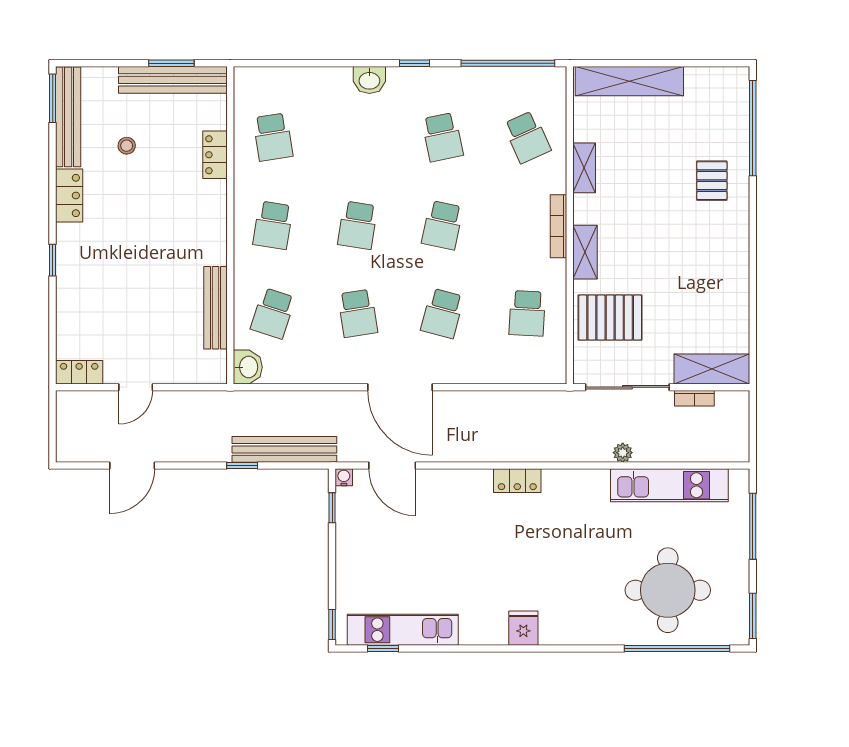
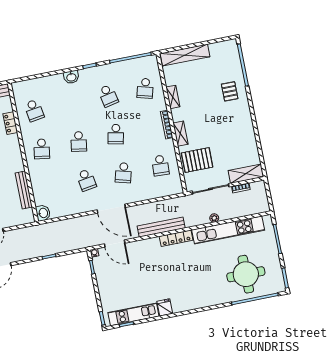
school desk: (527, 137) -> (145, 88), turned 39
school desk: (273, 313) -> (49, 187), removed
bench: (284, 449) -> (161, 227), moved
locker: (517, 481) -> (176, 238), width x1.53
kitchen unit: (669, 485) -> (228, 230), width x1.36
fridge: (523, 628) -> (165, 307), moved

